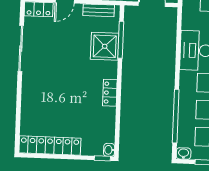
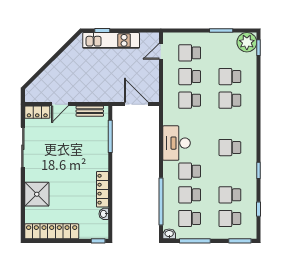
shower: (105, 46) -> (37, 194), moved
locker: (110, 93) -> (102, 189), width x1.53
washbasin: (109, 150) -> (104, 214), moved

